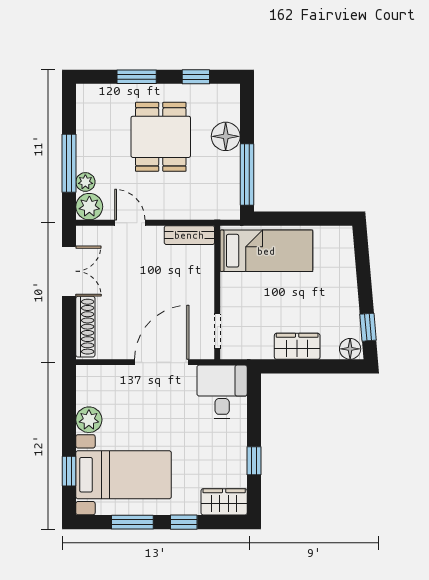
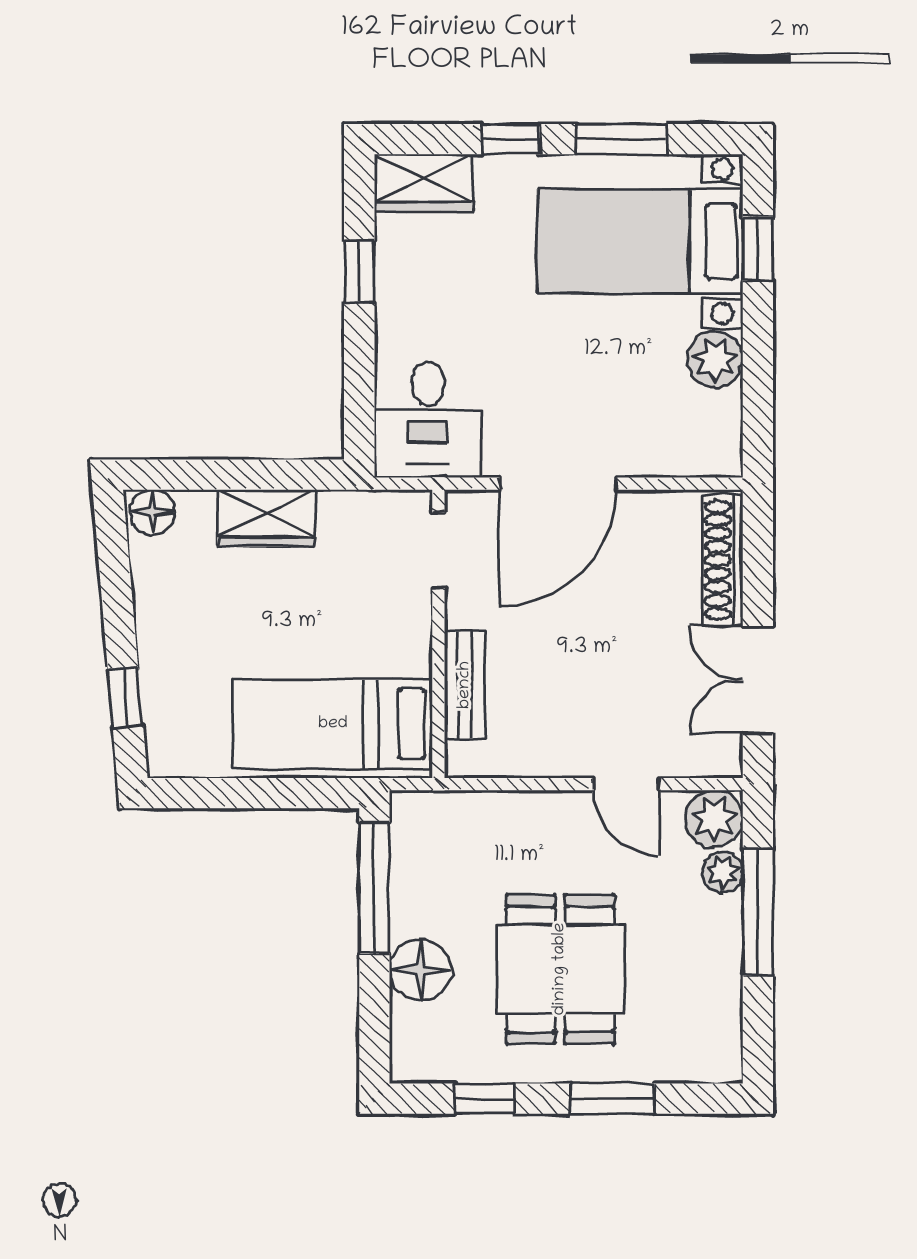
bench: (189, 235) -> (465, 685), moved, turned 90
window: (368, 327) -> (125, 697), moved

